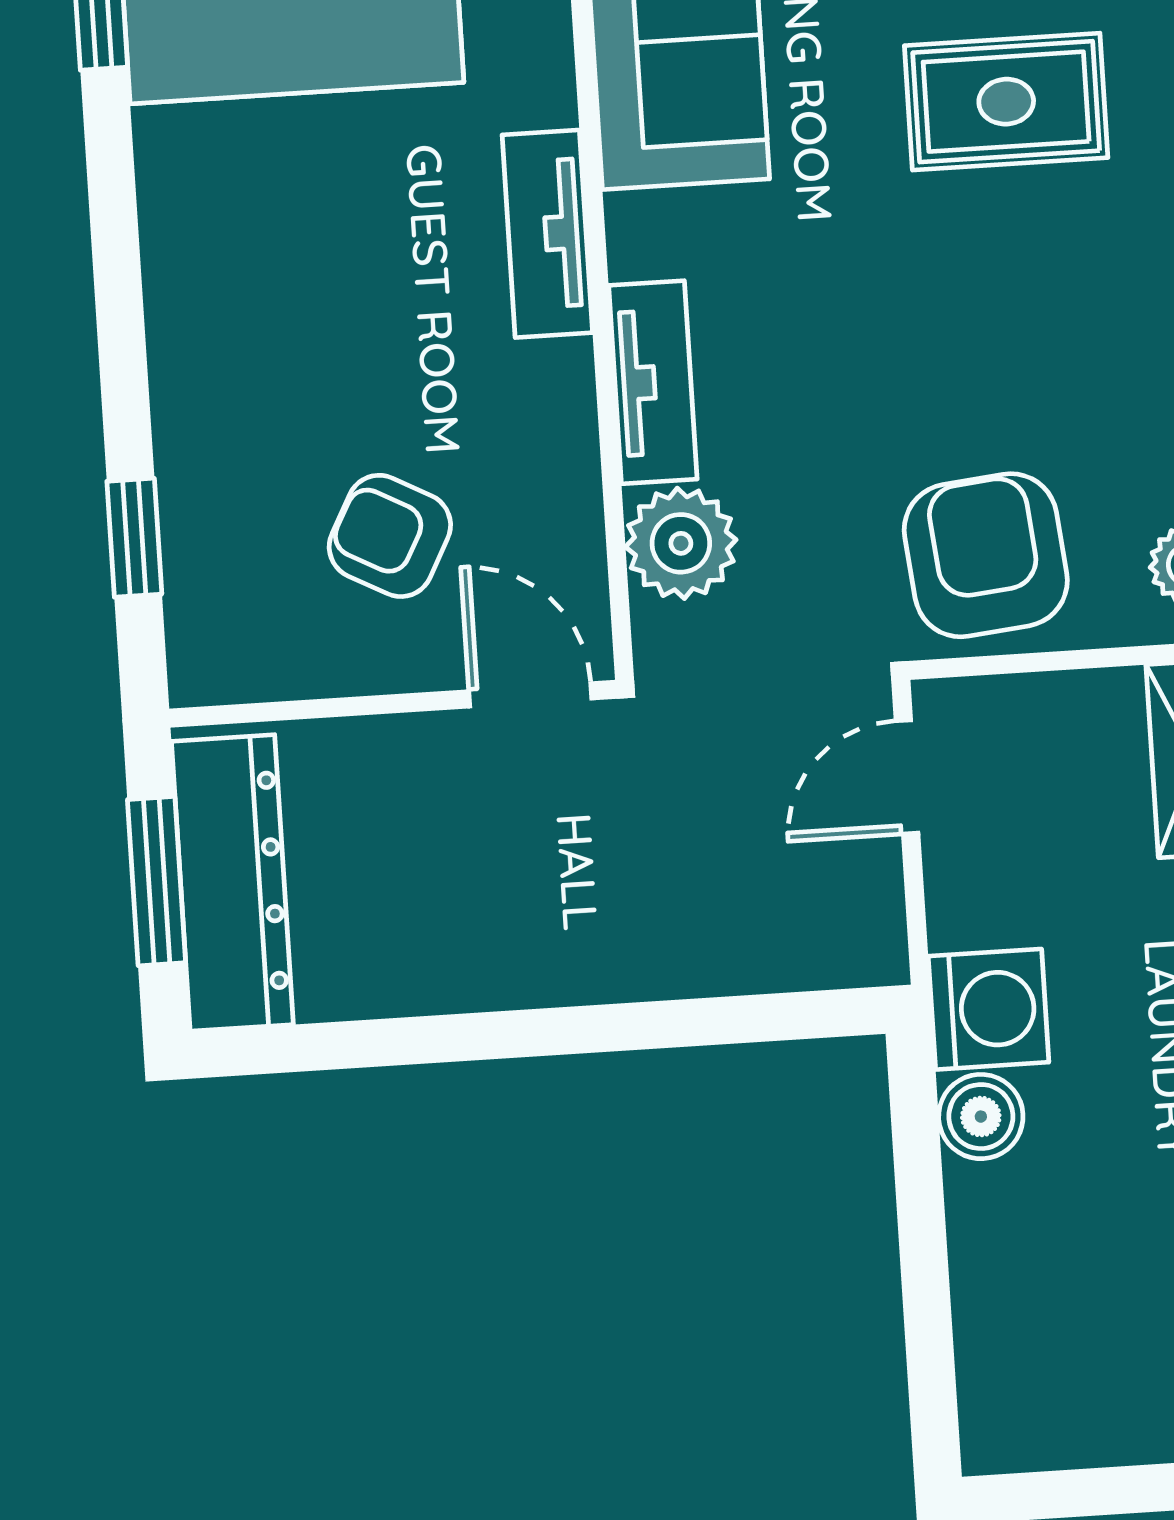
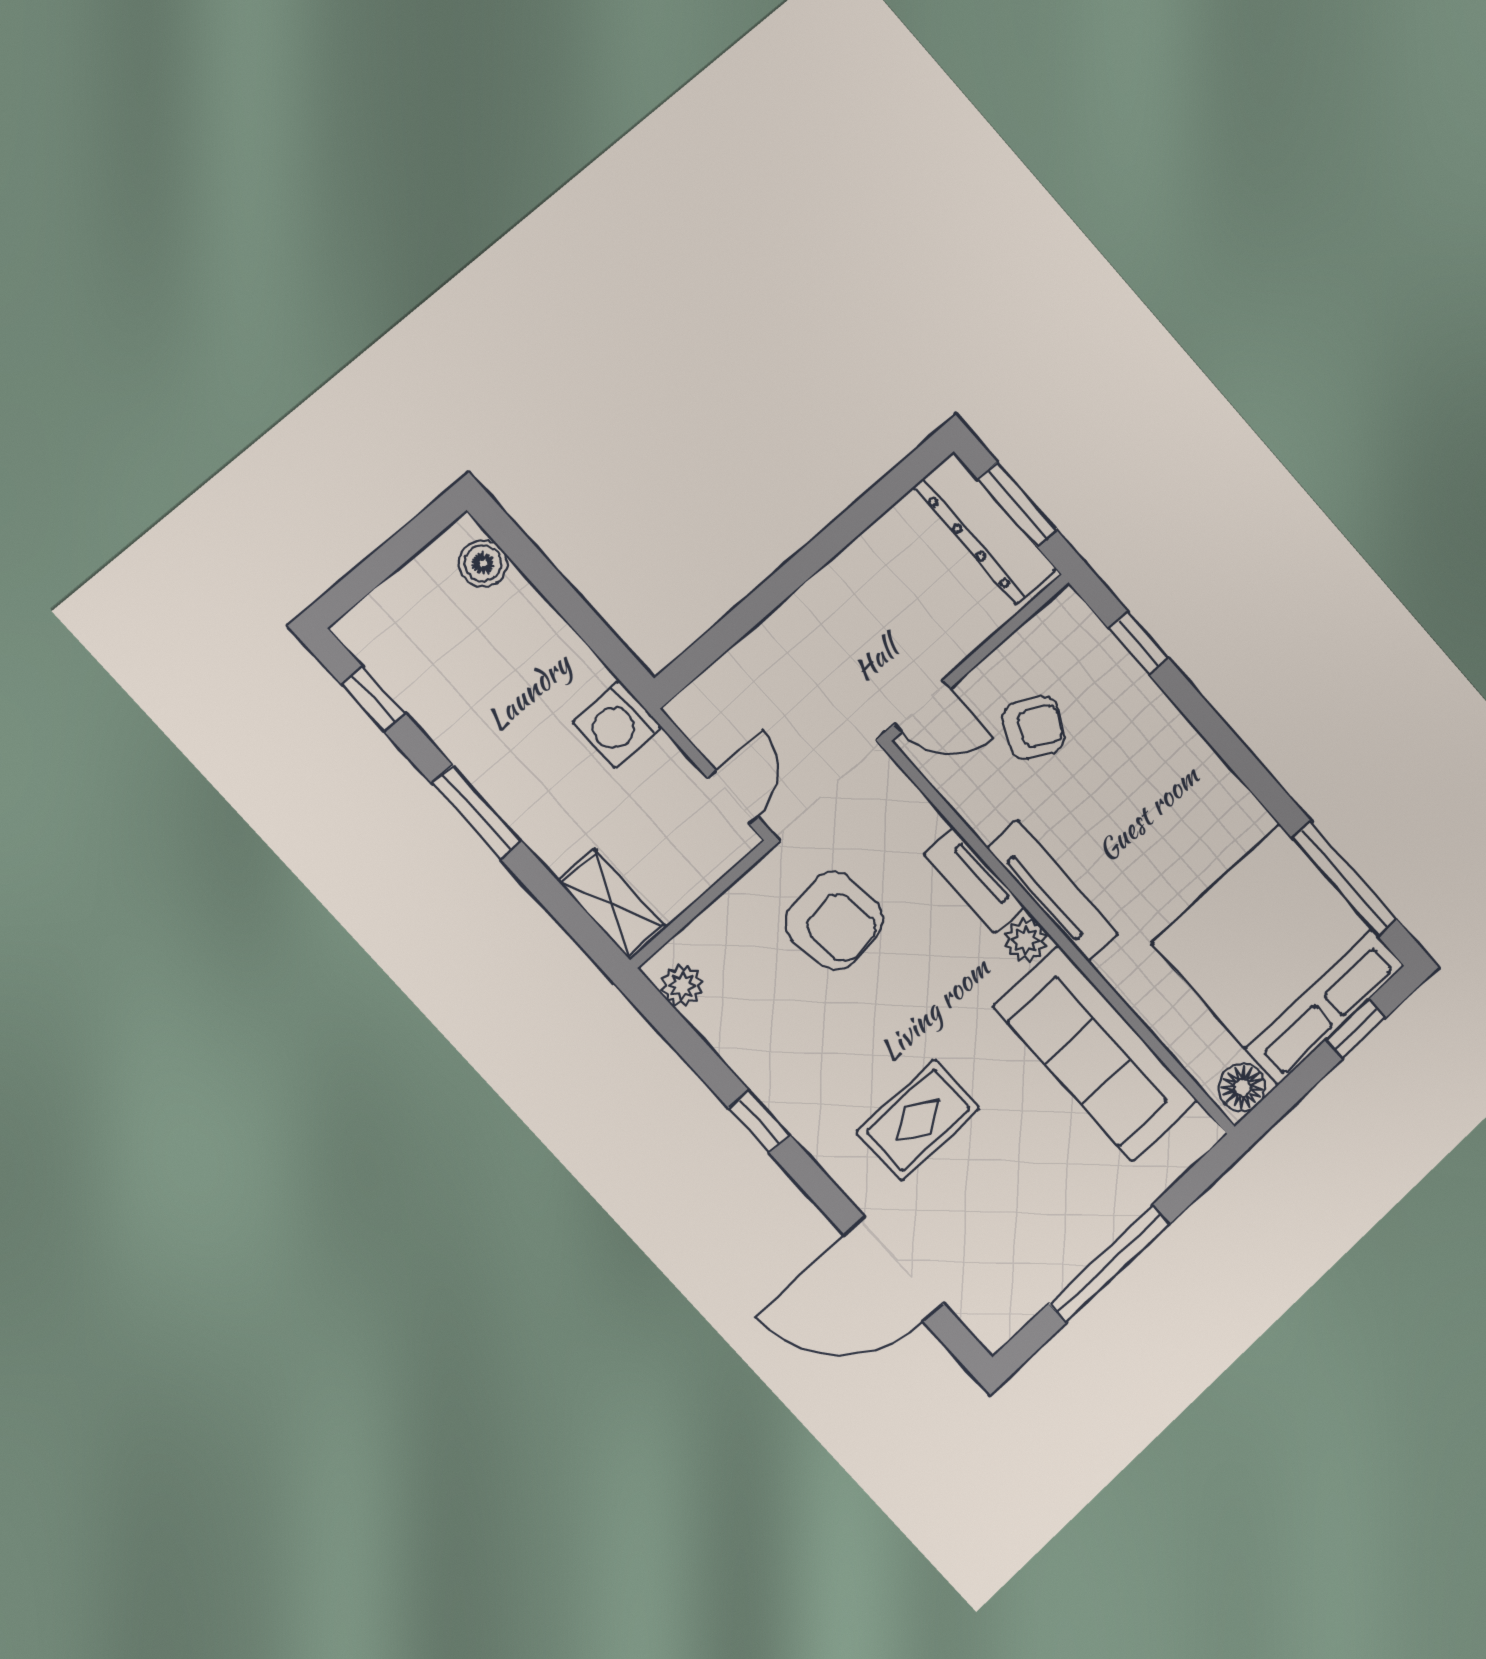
tv unit: (547, 234) -> (1053, 891), width x1.41
plant: (681, 543) -> (1026, 940), moved, width x0.73, depth x0.73
armchair: (986, 555) -> (834, 921), moved
boiler: (981, 1117) -> (483, 563), moved

